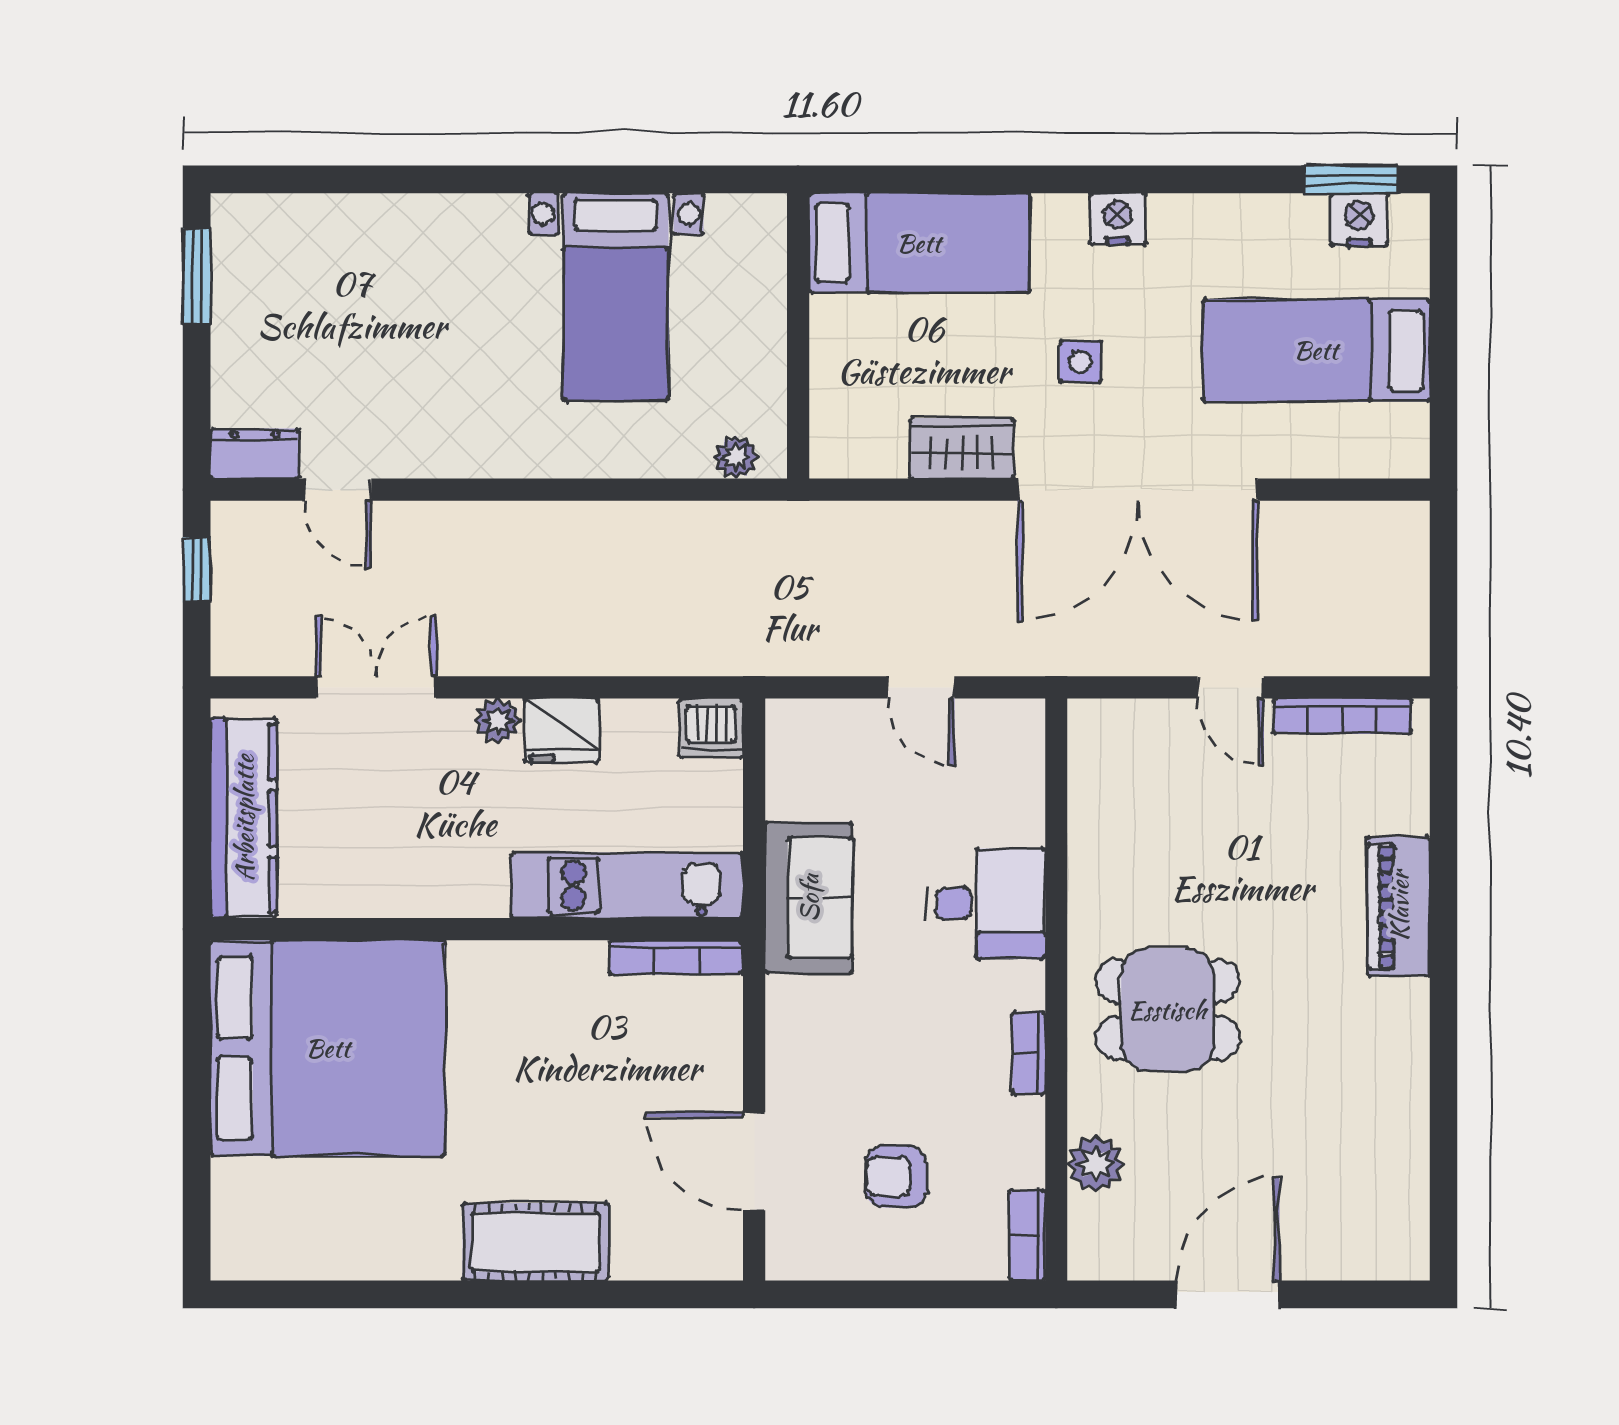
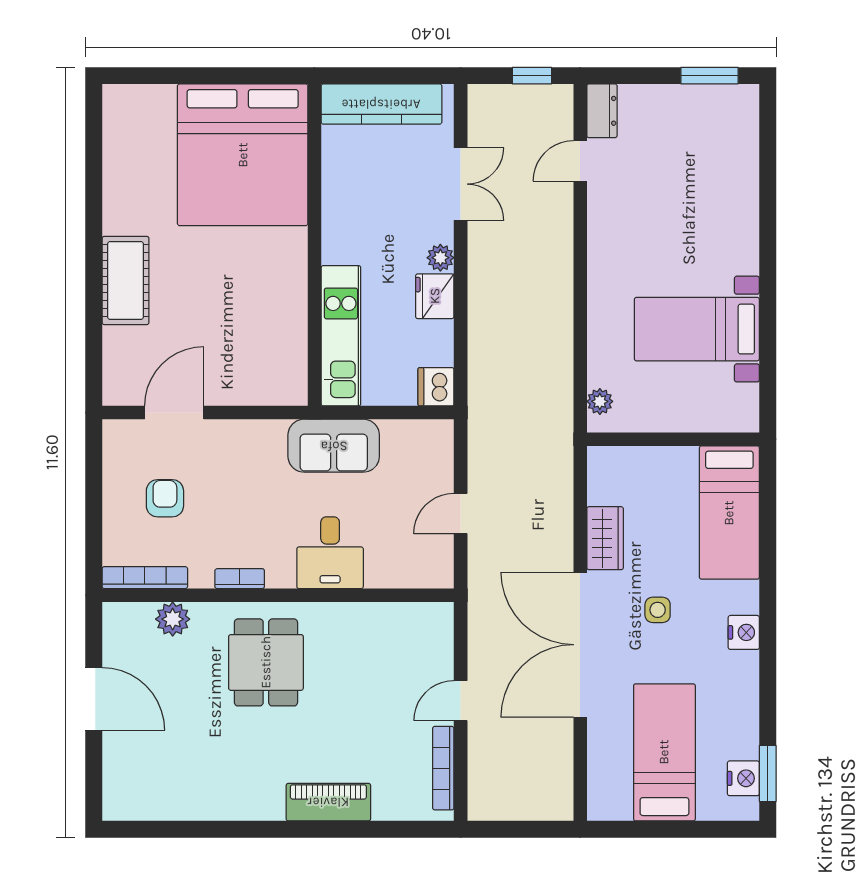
bookcase: (676, 957) -> (298, 366), removed
bookcase: (1027, 1235) -> (145, 578), width x1.56

